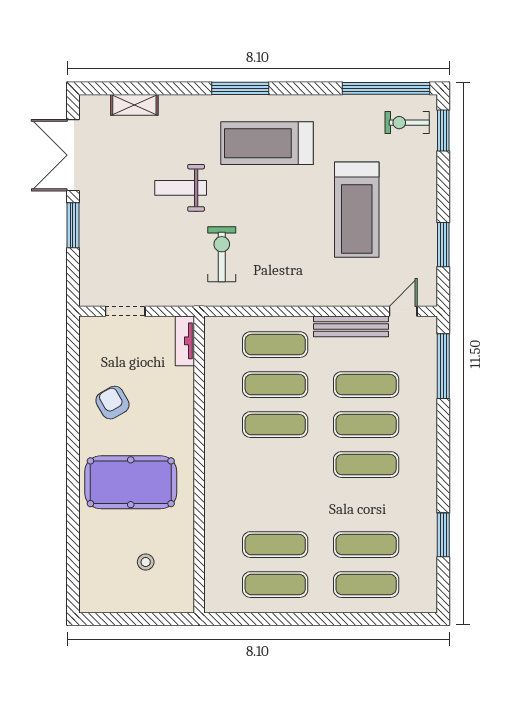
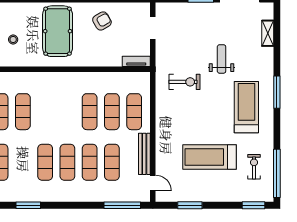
exercise bike: (407, 123) -> (254, 167), moved
exercise mat: (366, 545) -> (45, 162), moved

